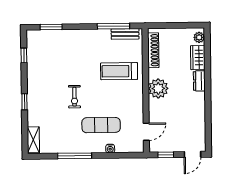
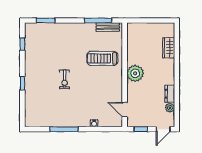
plant: (199, 37) -> (170, 108), moved
shoe rack: (153, 50) -> (131, 41), removed
dresser: (199, 81) -> (170, 94), moved
exercise mat: (101, 125) -> (87, 104), removed
door: (146, 132) -> (125, 110), swing flipped
shelving: (33, 140) -> (30, 115), removed

